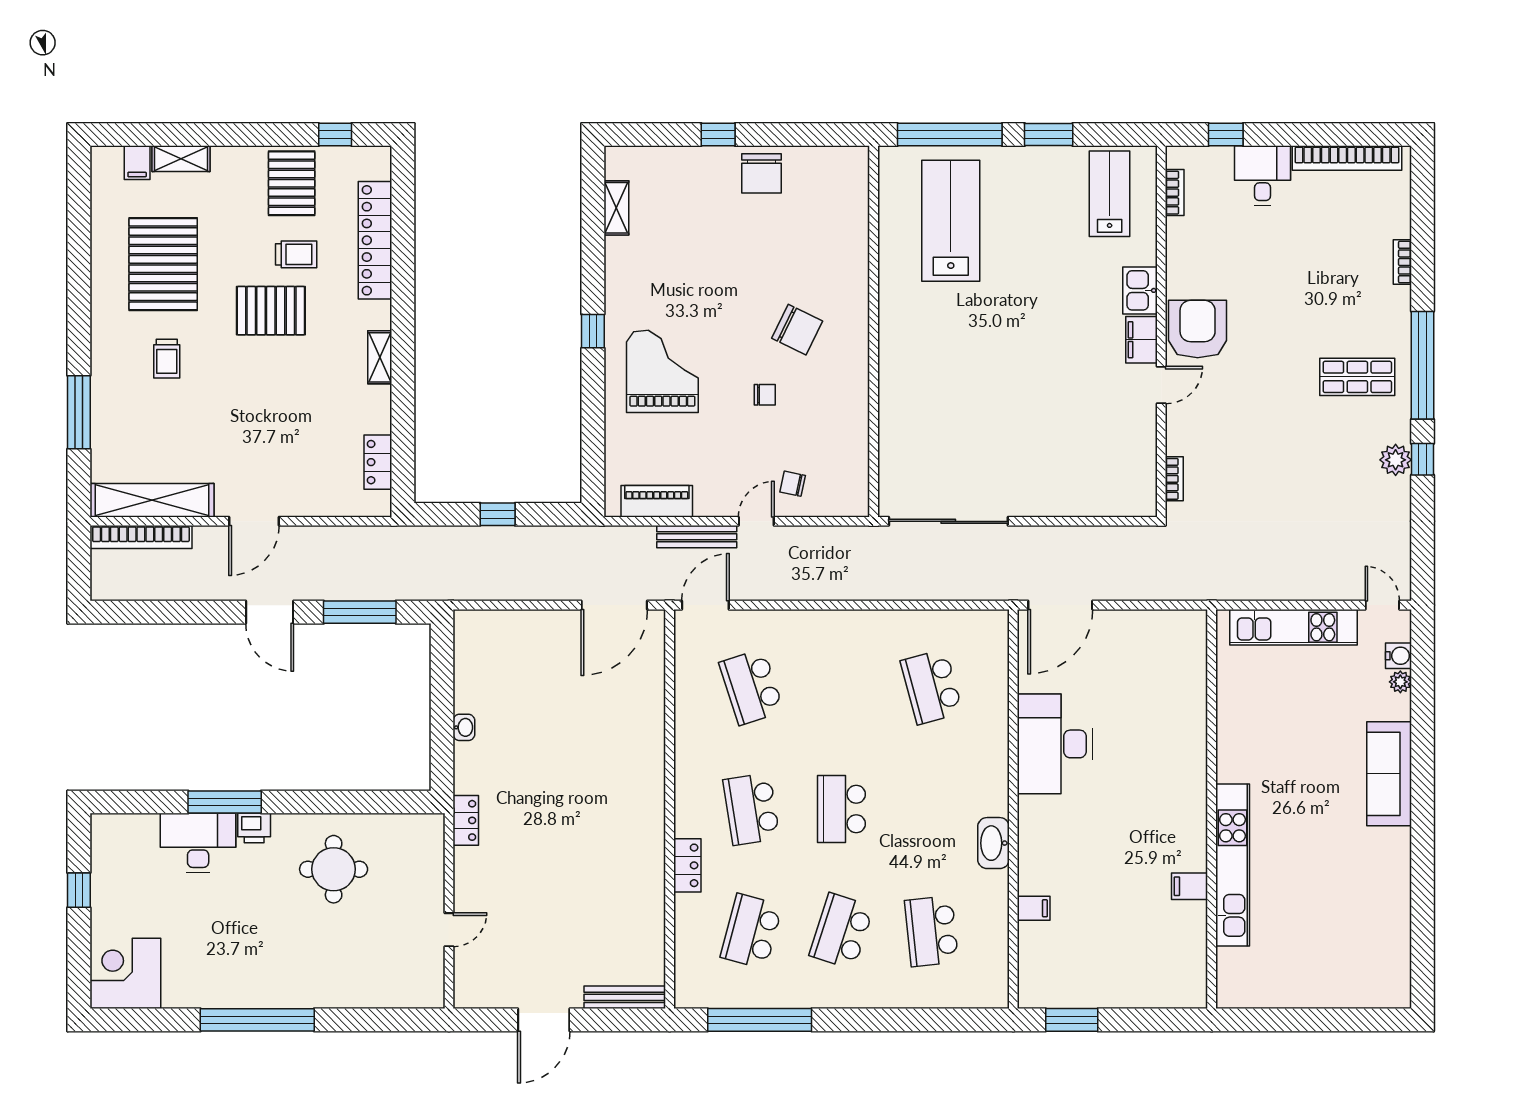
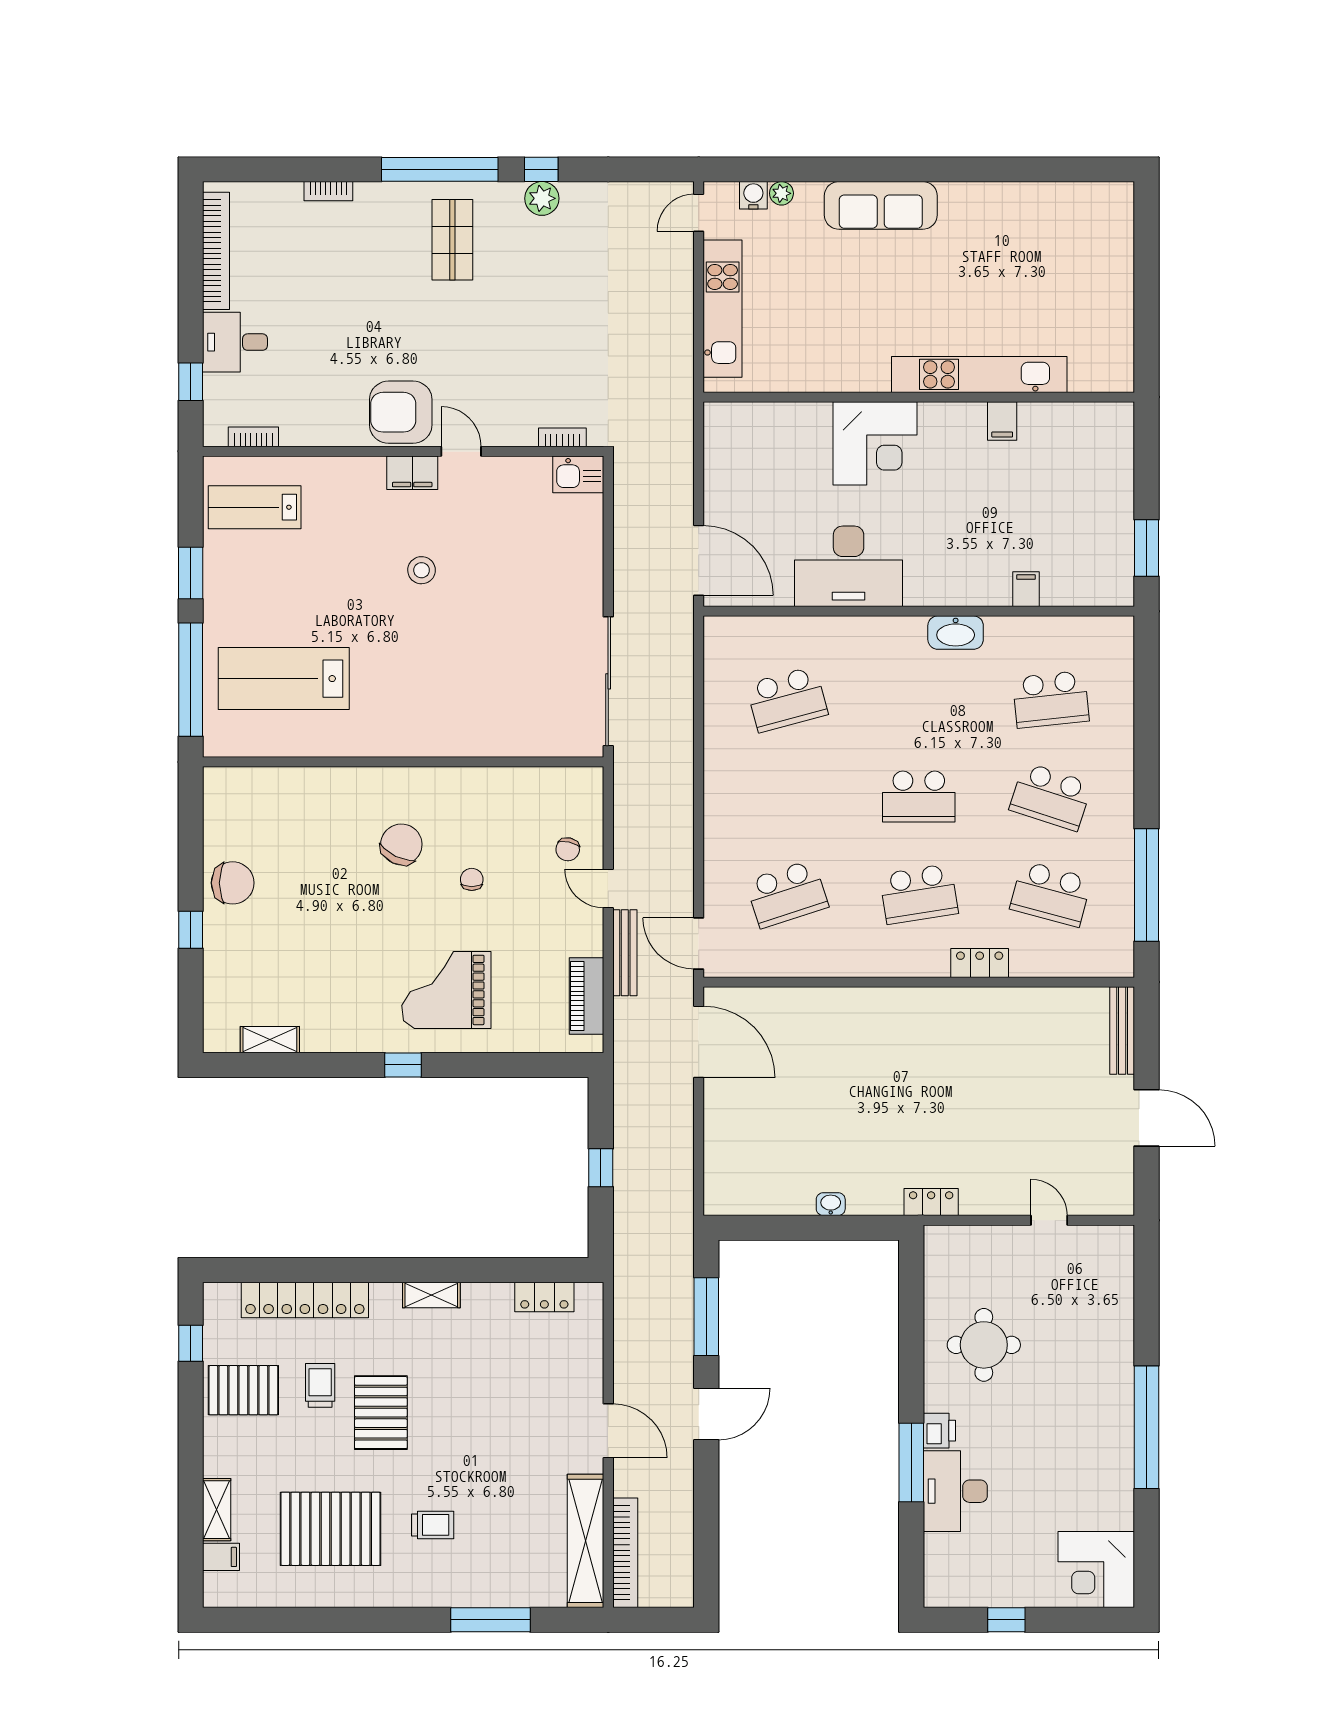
kitchen sink: (1140, 290) -> (578, 474), moved
stool: (1051, 348) -> (422, 570), added
corner desk: (1169, 768) -> (875, 443), added

